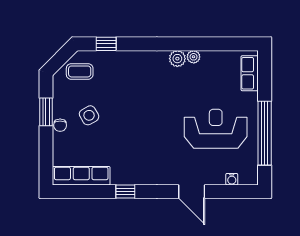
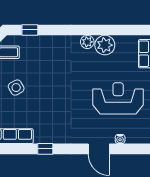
plant: (194, 57) -> (105, 45), width x1.87, depth x1.87
water cooler: (232, 179) -> (120, 139), moved

